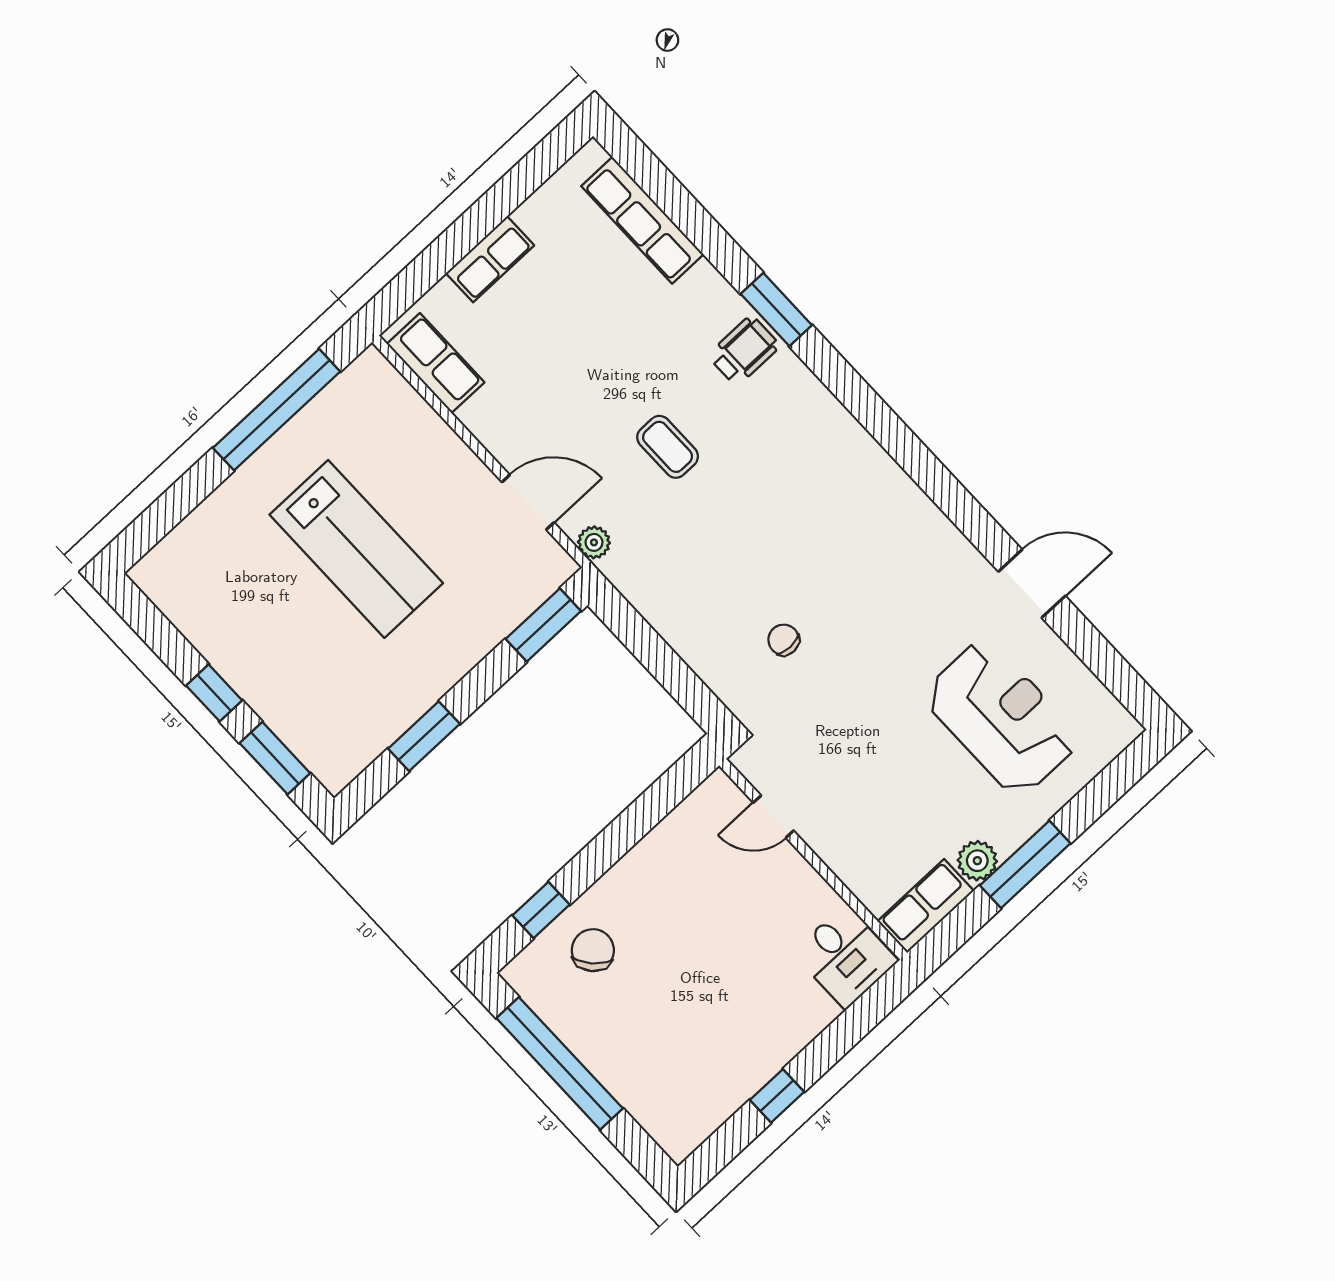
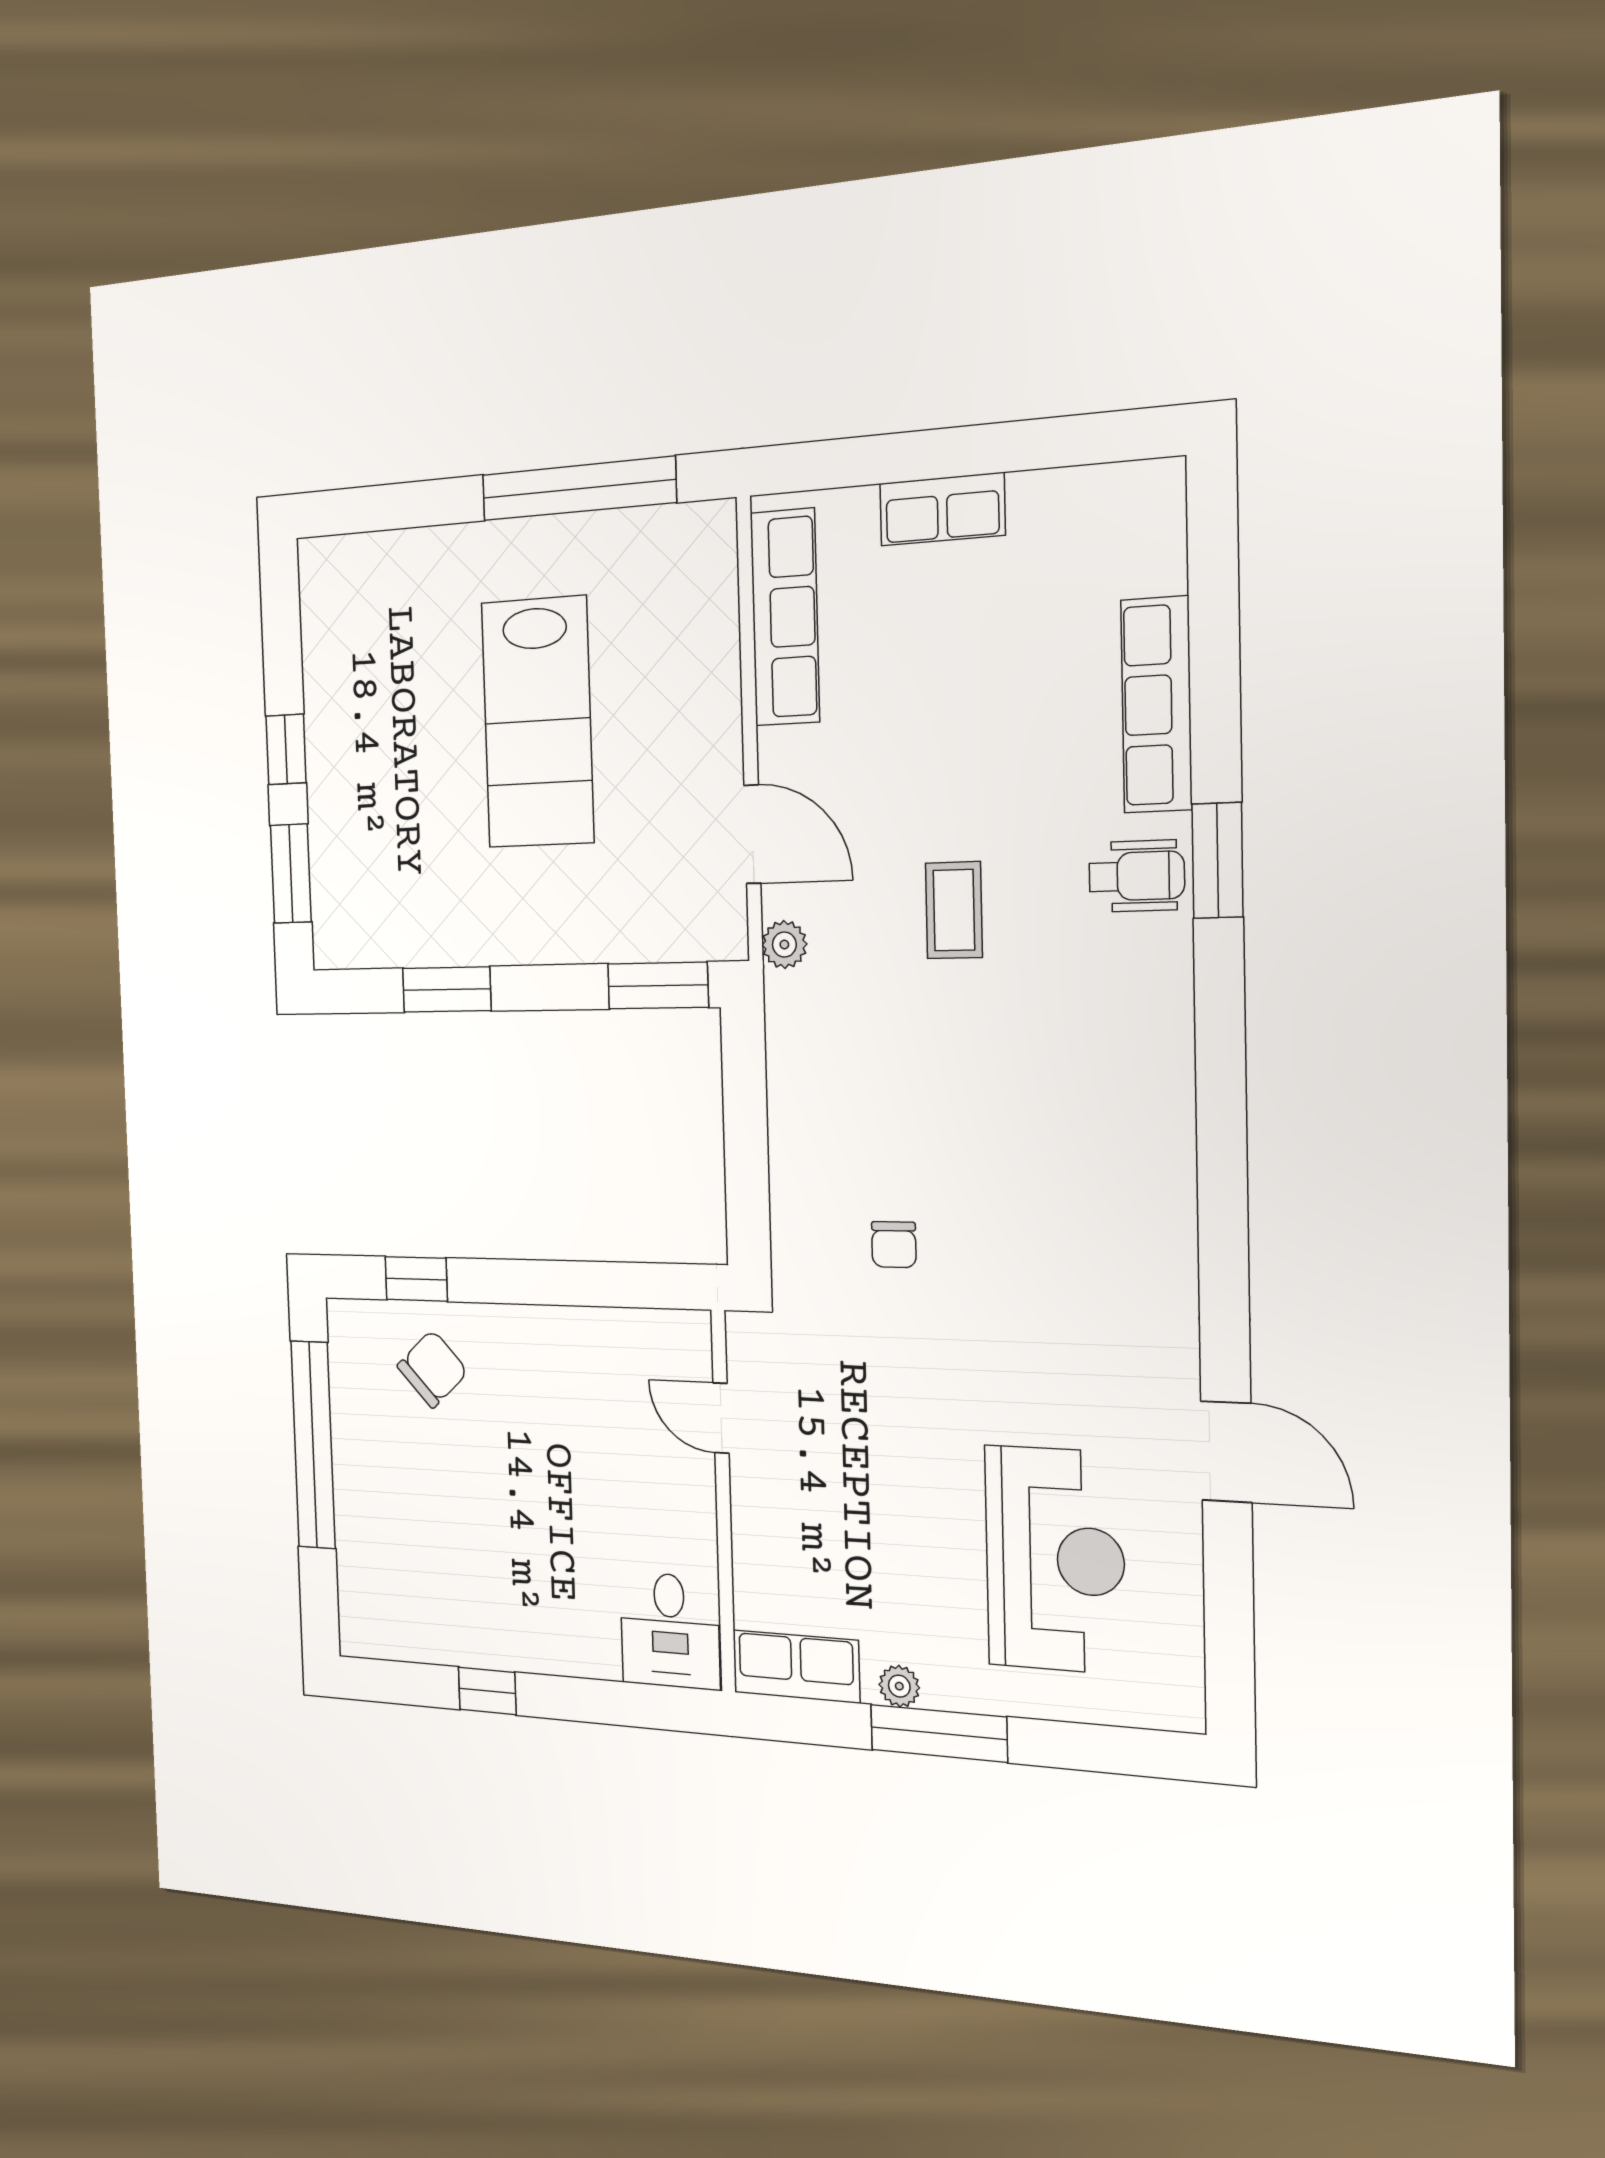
row of seats: (642, 220) -> (1156, 705), moved
row of seats: (436, 363) -> (785, 617), width x1.48
chair: (784, 640) -> (894, 1245), turned 180
plant: (977, 861) -> (899, 1686), width x0.73, depth x0.73

